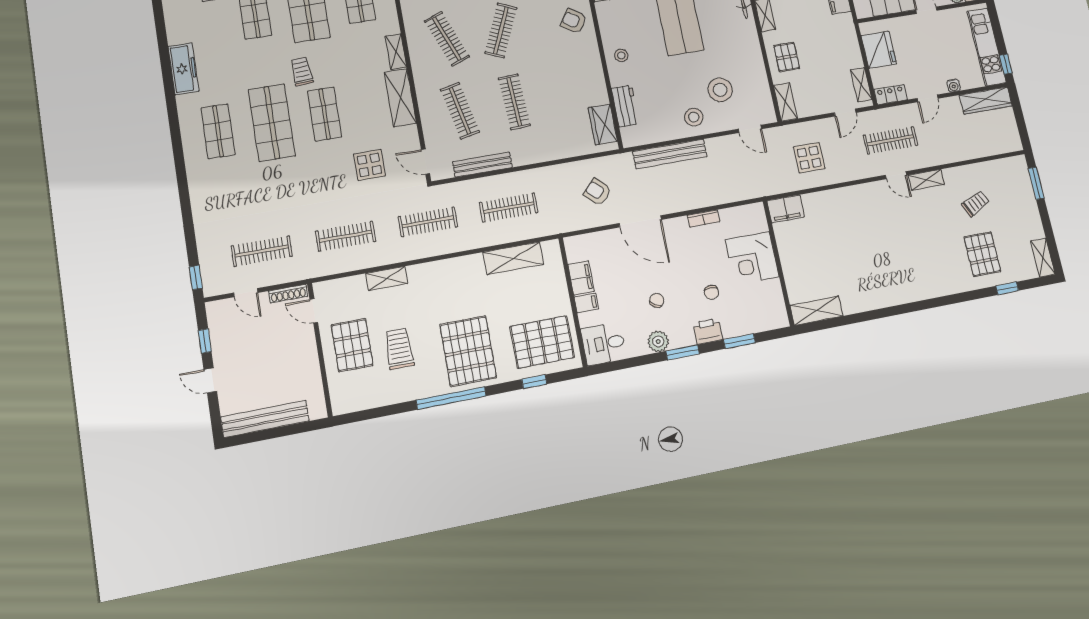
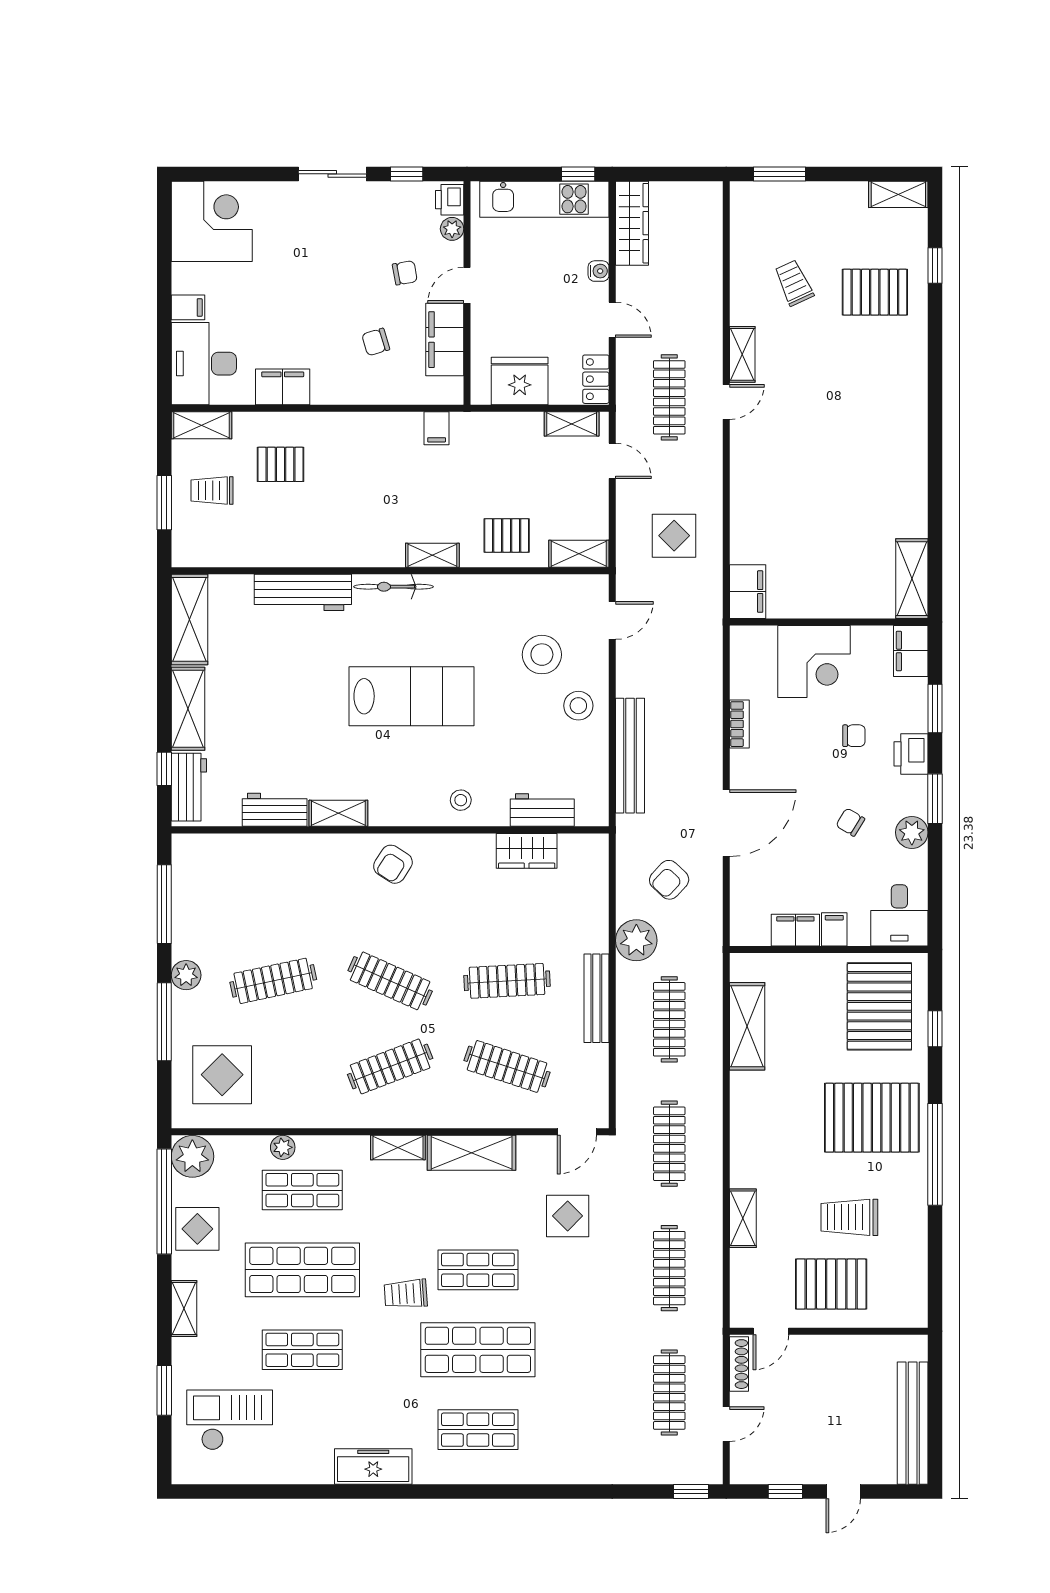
clothes rail: (460, 111) -> (507, 1066), turned 30
wardrobe: (603, 125) -> (527, 851), moved
bench: (482, 165) -> (596, 998), moved
plant: (555, 178) -> (636, 940), added
filing cabinet: (772, 319) -> (911, 651), added

